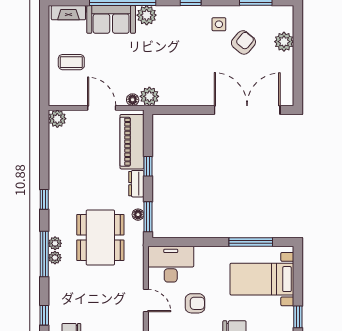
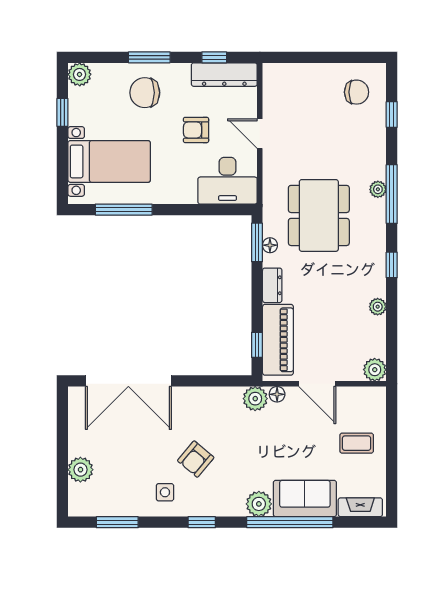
armchair: (243, 42) -> (196, 459), moved
window: (148, 166) -> (257, 345), moved
plant: (55, 243) -> (378, 307), moved

